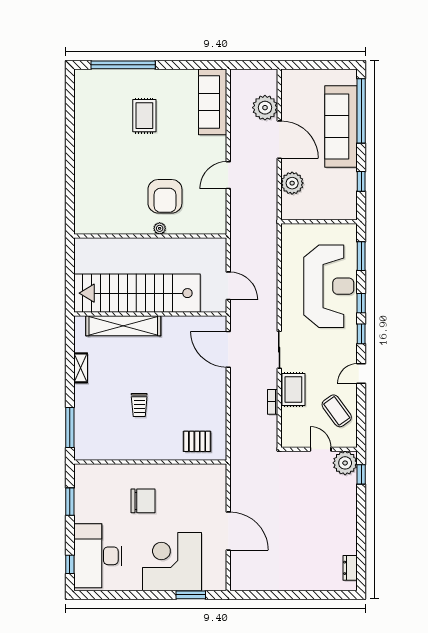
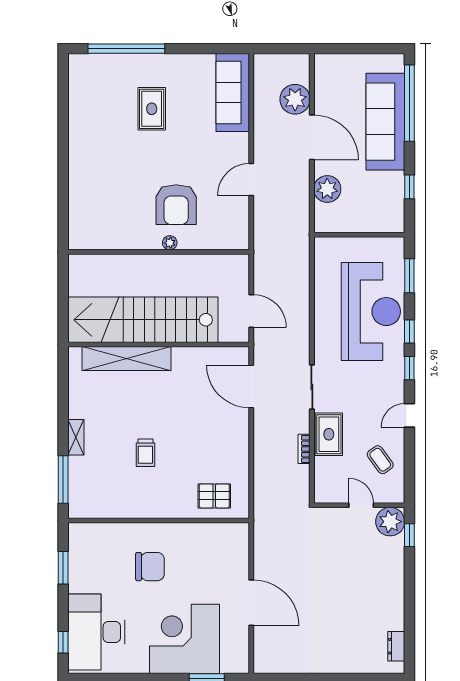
shelving: (81, 368) -> (76, 437), moved
coffee table: (337, 411) -> (380, 460), width x0.73, depth x0.77

